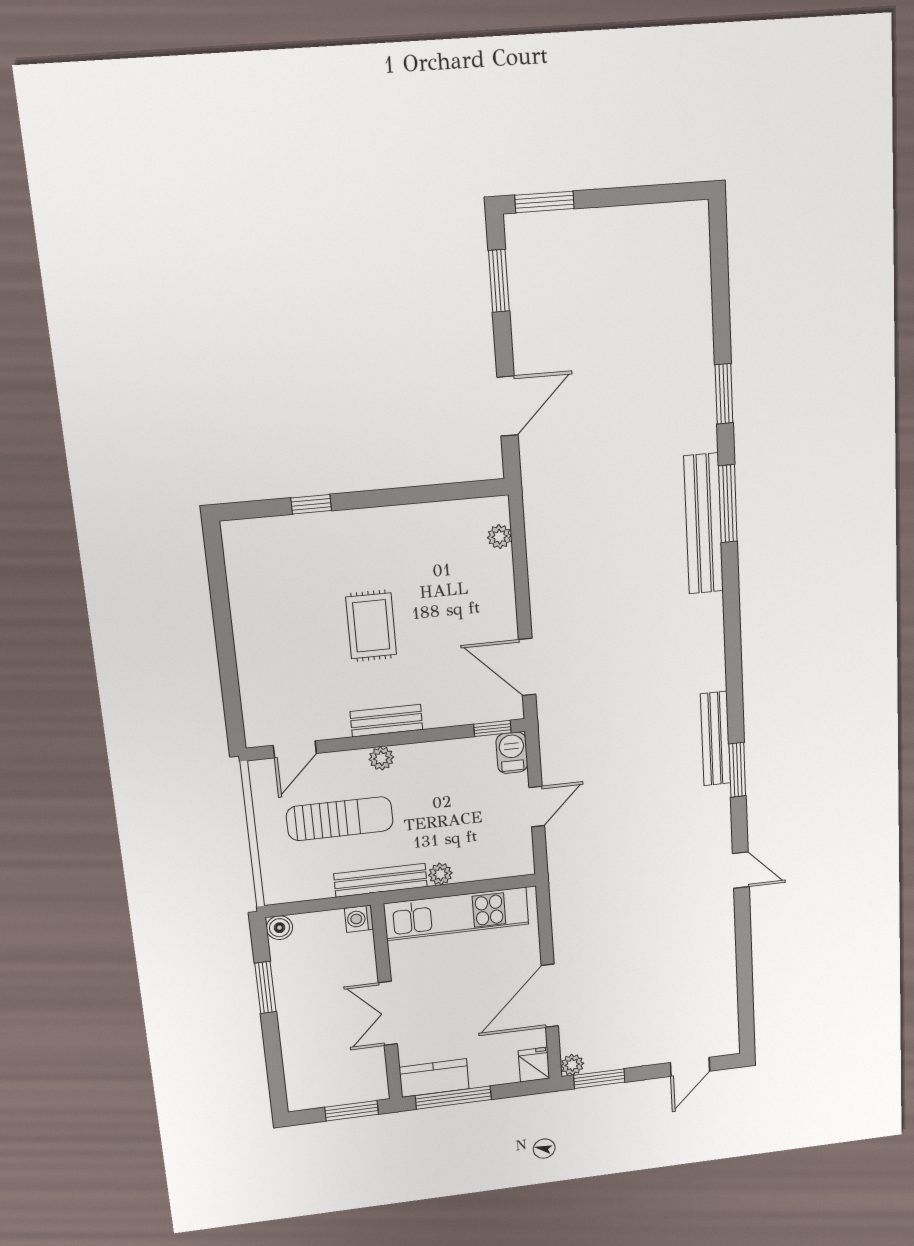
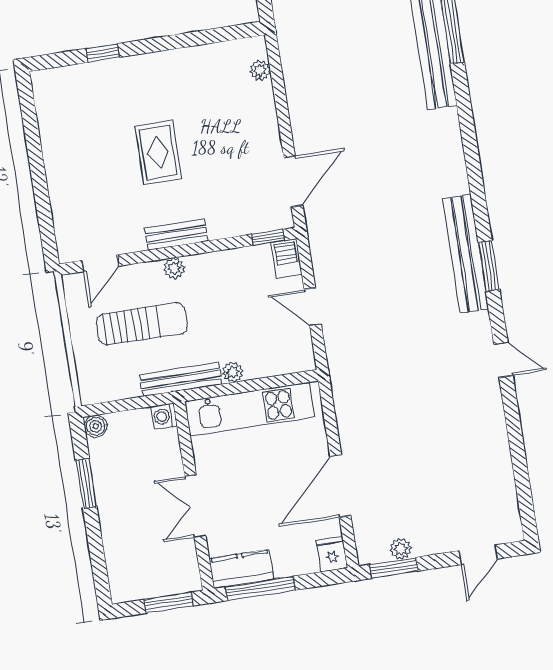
door: (527, 667) -> (293, 181), swing flipped
bench: (715, 739) -> (466, 254), width x1.37, depth x1.21
door: (537, 807) -> (313, 307), swing flipped
plant: (572, 1065) -> (401, 549), moved

